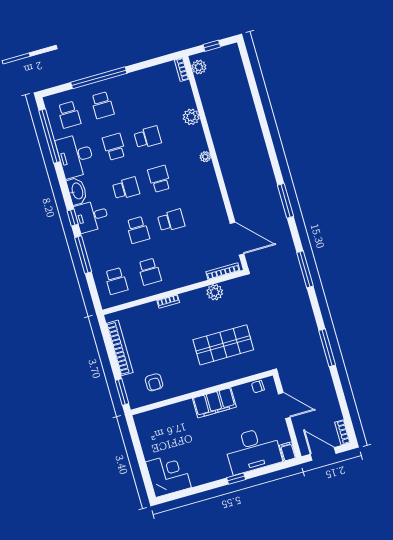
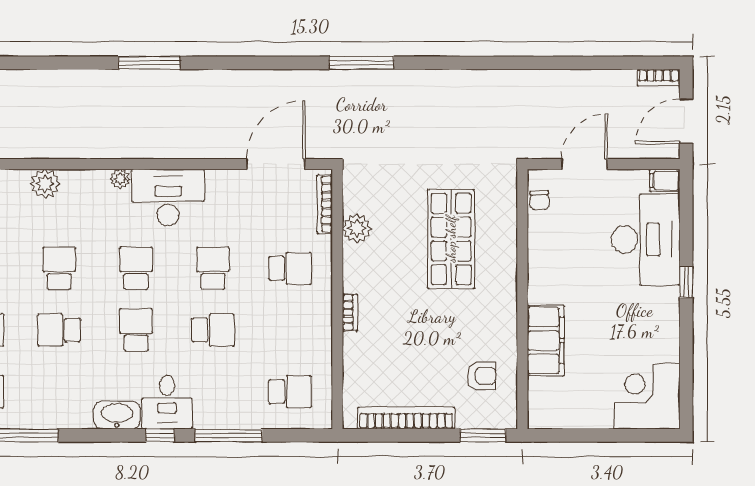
desk: (75, 156) -> (168, 197), moved, turned 180
school desk: (159, 179) -> (136, 268), turned 90
window: (286, 201) -> (149, 63), moved
school desk: (150, 272) -> (290, 268), moved
window: (327, 348) -> (506, 63), removed
filing cabinet: (214, 403) -> (546, 340), moved

